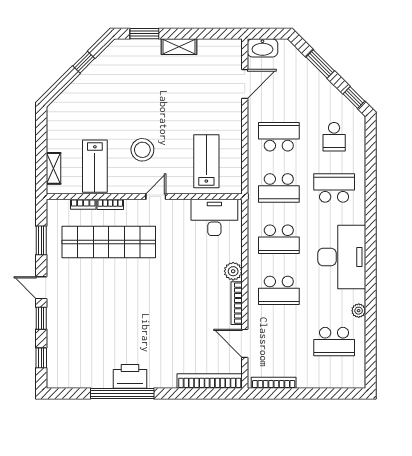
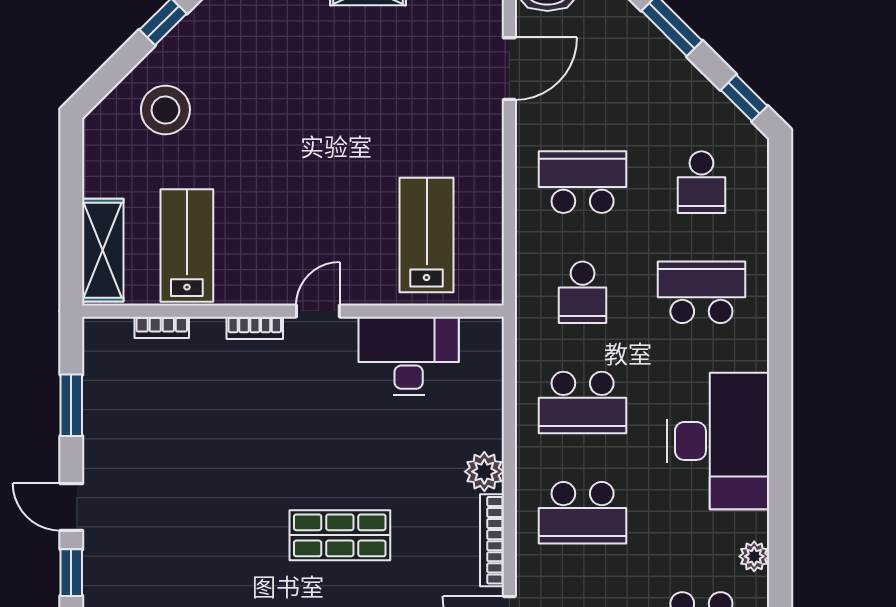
stool: (142, 150) -> (165, 110), moved
lab bench: (95, 166) -> (187, 245), turned 180
shelving: (53, 168) -> (103, 250), width x1.50, depth x1.33
school desk: (279, 188) -> (583, 292), width x0.54
bookcase: (110, 204) -> (255, 328), moved
desk: (214, 217) -> (409, 356), moved
shop shelf: (109, 242) -> (340, 535), moved, width x0.50, depth x0.74

